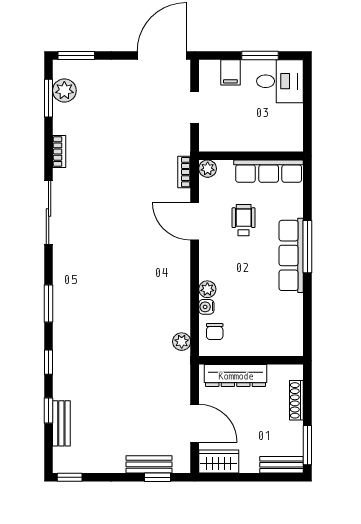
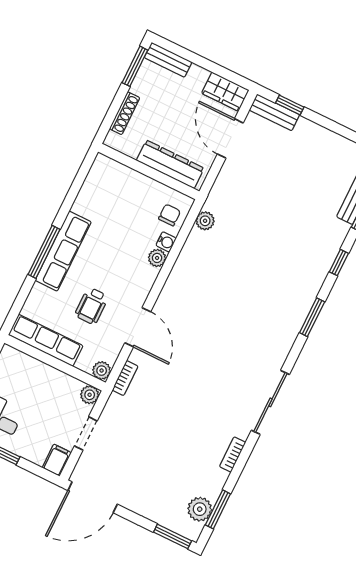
filing cabinet: (230, 72) -> (57, 460), moved
plant: (208, 143) -> (90, 395), added
bench: (149, 464) -> (274, 112), moved

